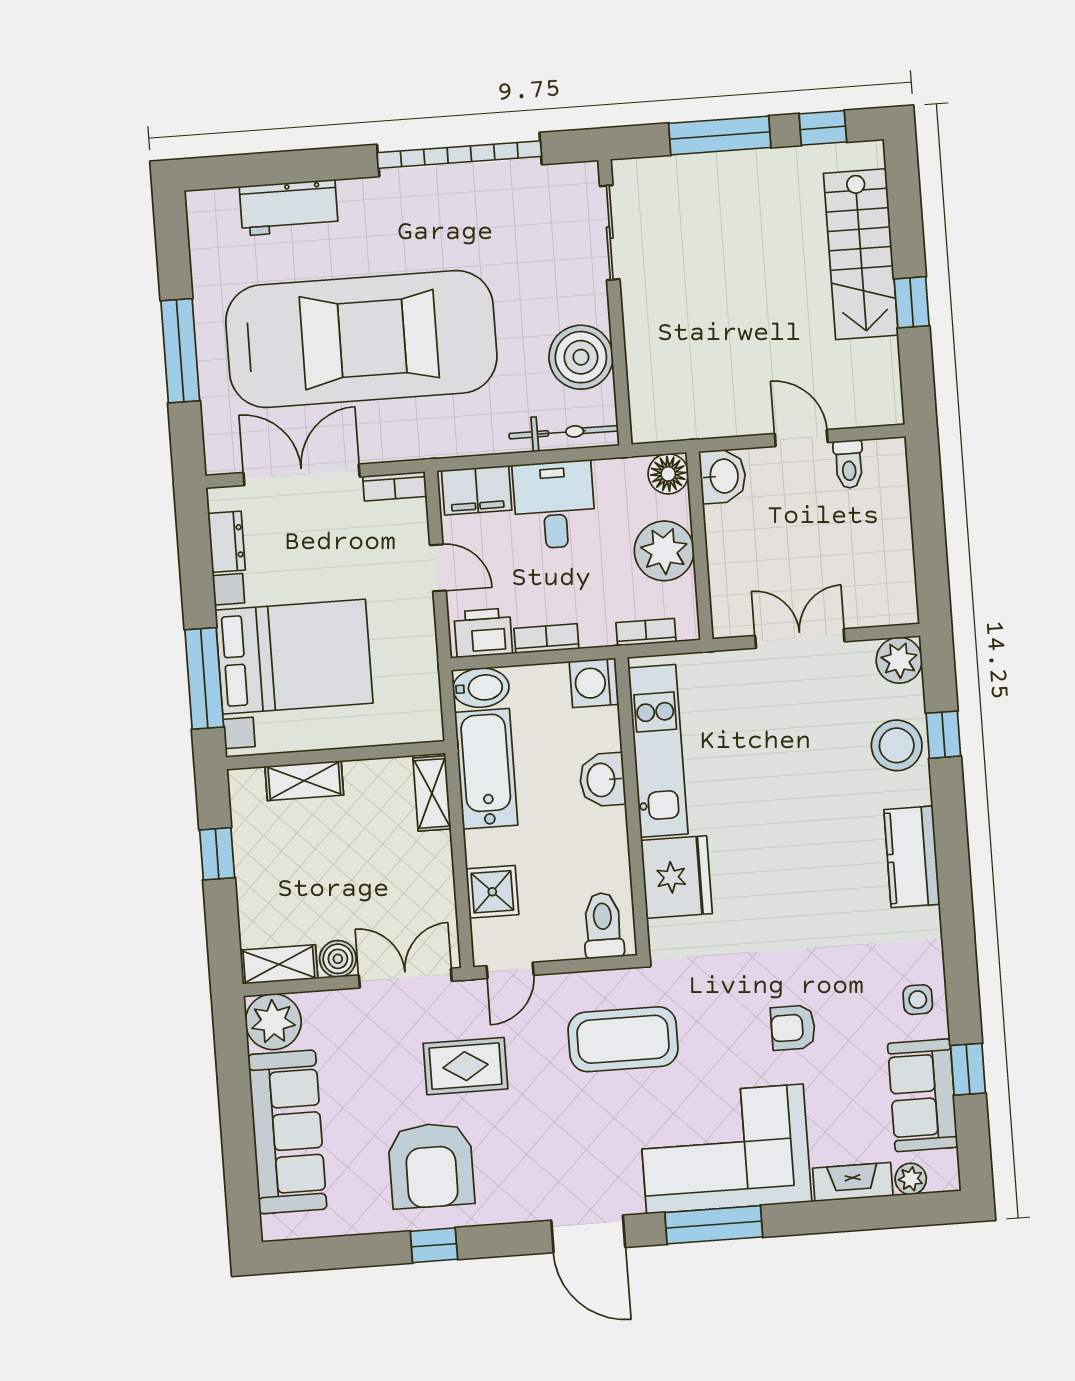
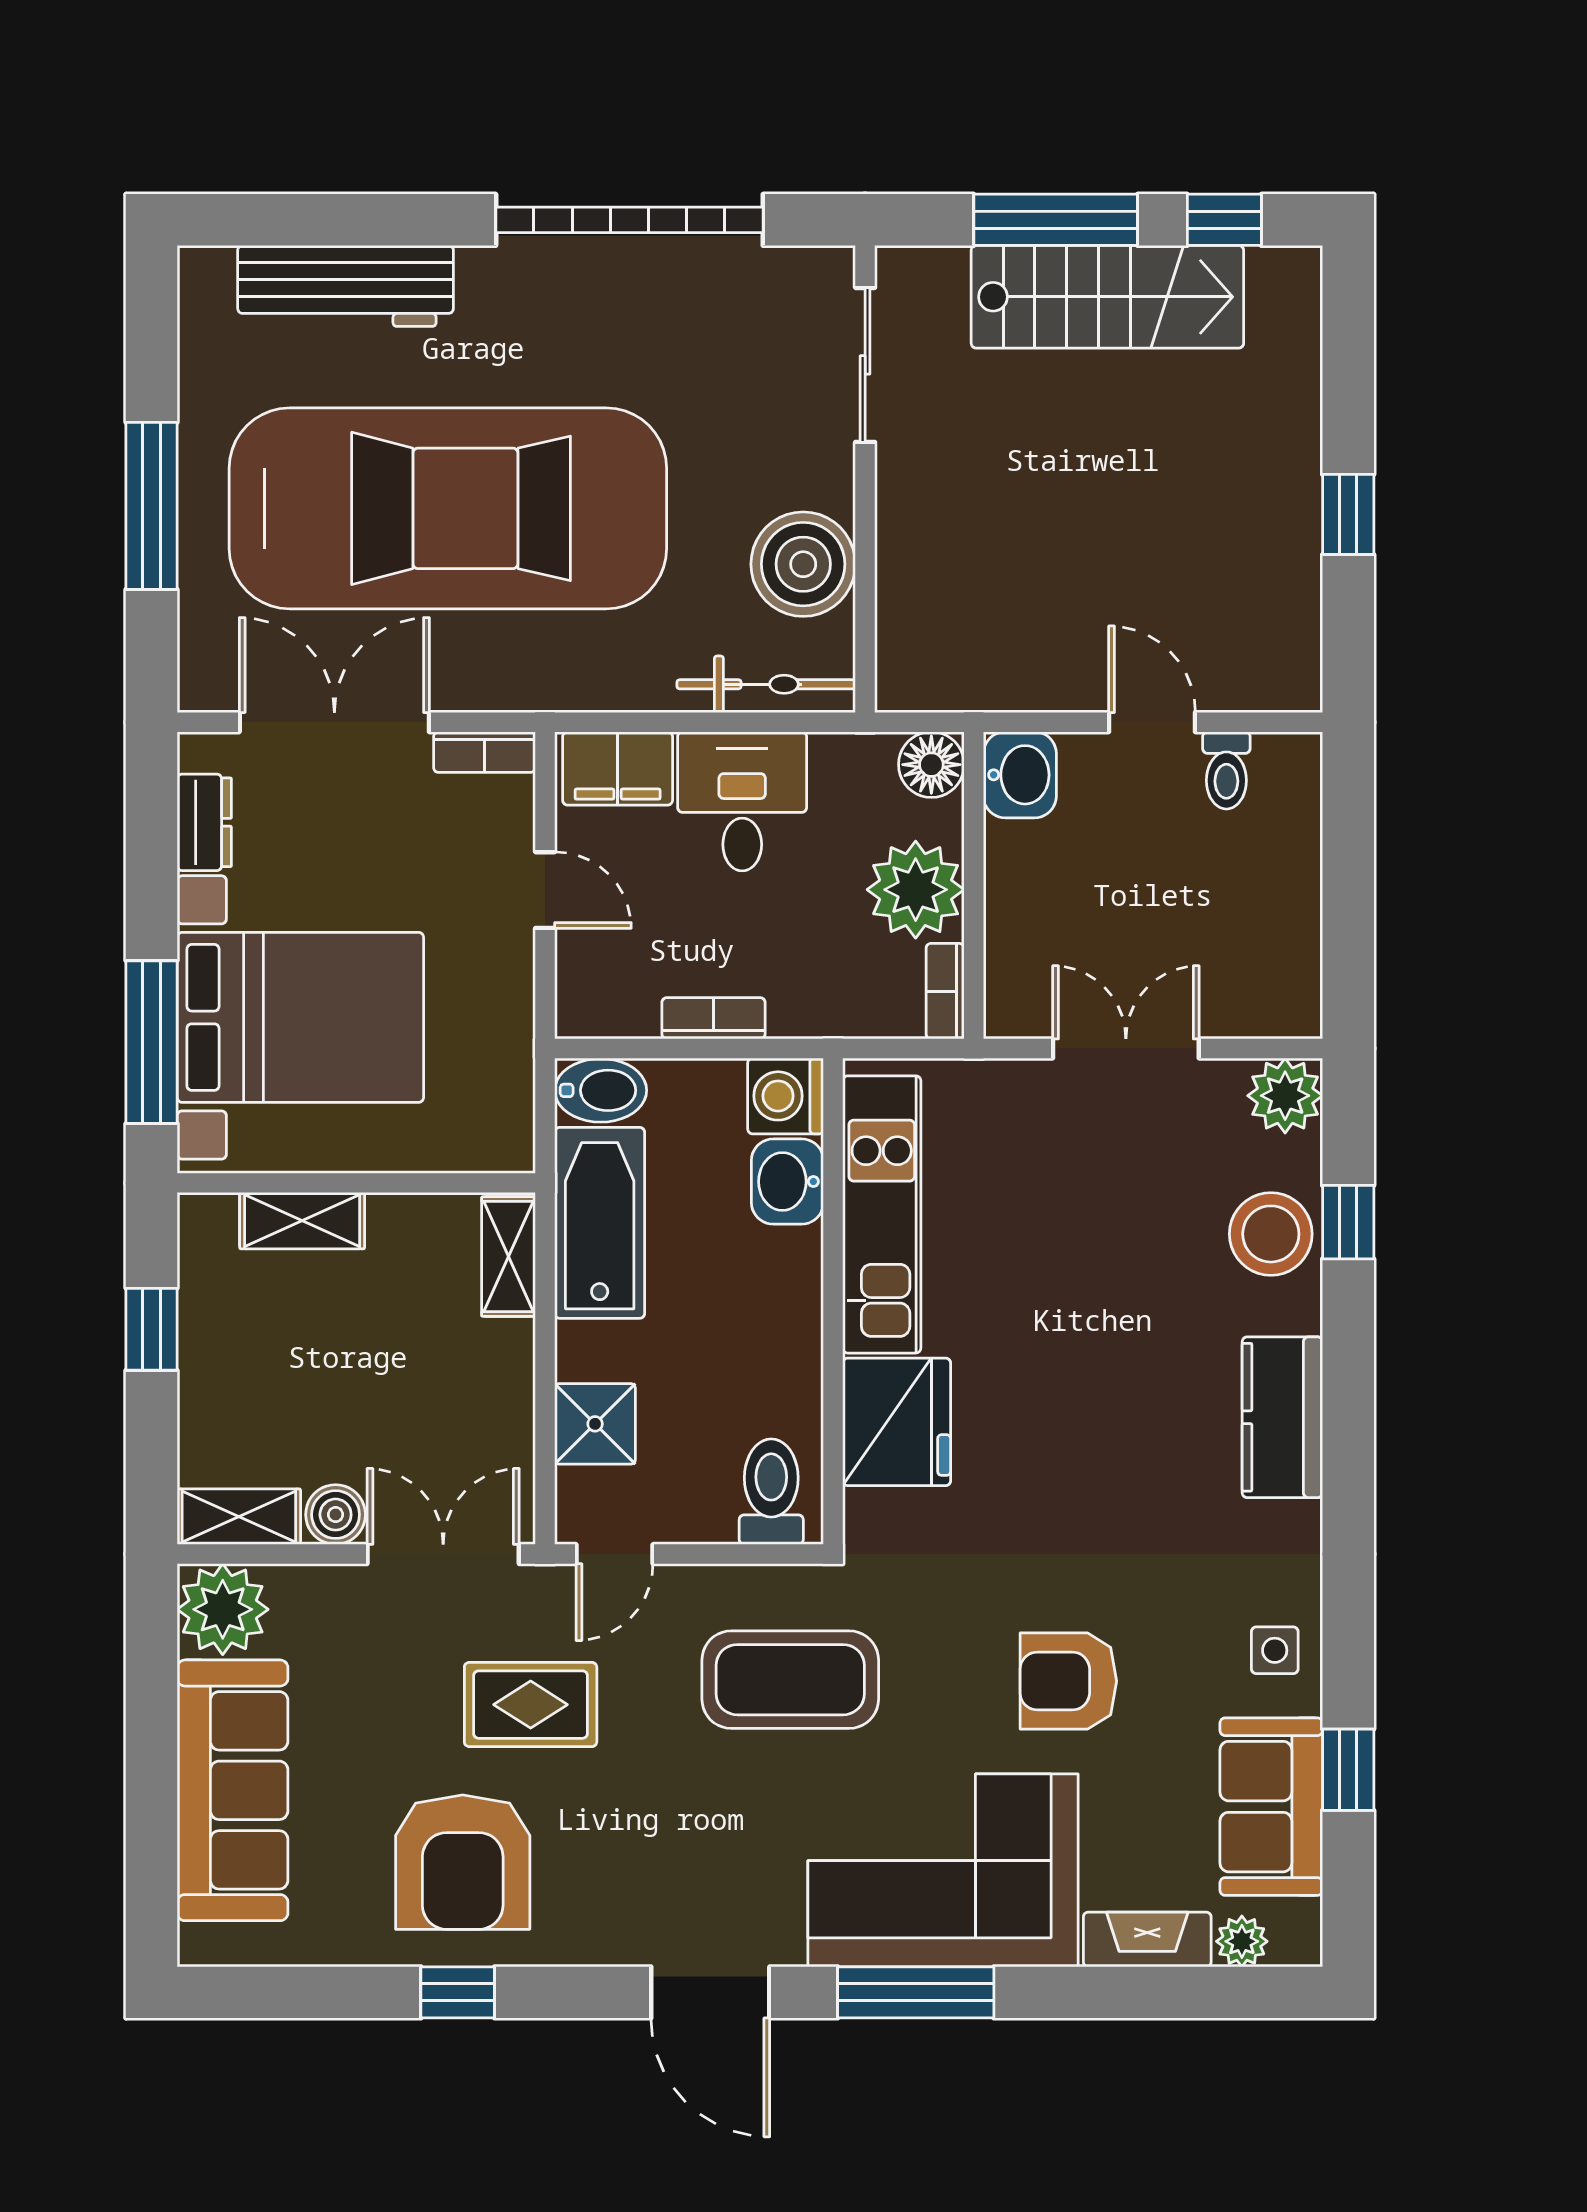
workbench: (289, 208) -> (346, 286), width x1.38
stairs: (861, 254) -> (1107, 297), moved, turned -90
bookcase: (646, 632) -> (945, 991), moved, turned -90
printer: (483, 633) -> (611, 1001), removed
washbasin: (602, 780) -> (787, 1182), moved
armchair: (793, 1028) -> (1068, 1681), width x1.38, depth x1.38

